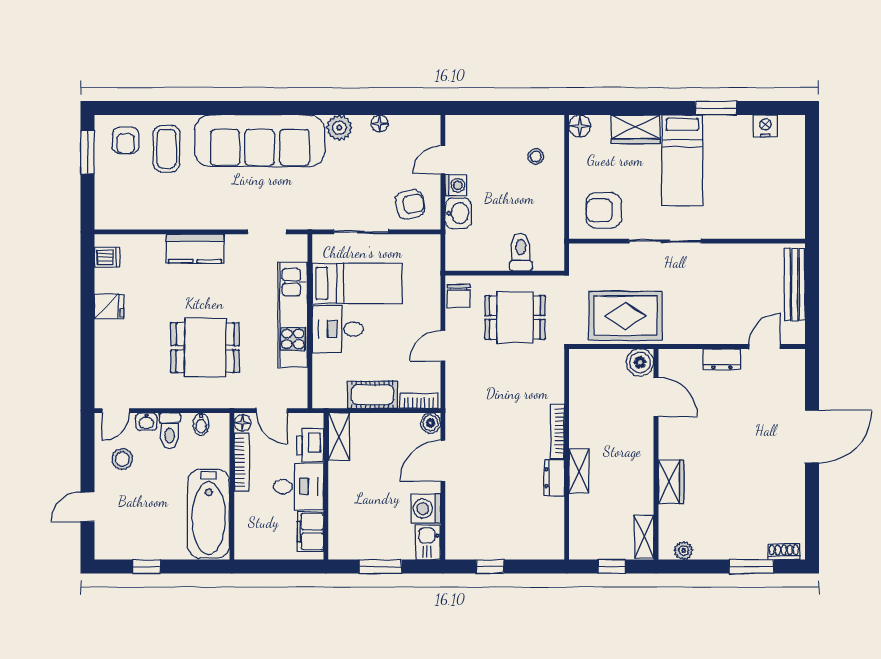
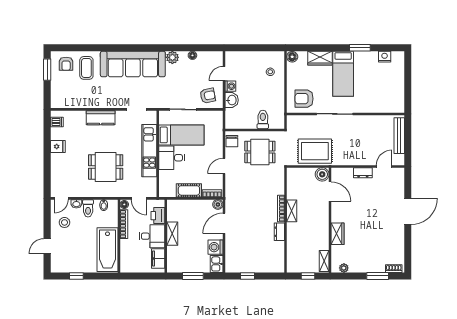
shelving: (339, 437) -> (172, 234), moved
shelving: (579, 471) -> (292, 211), moved

